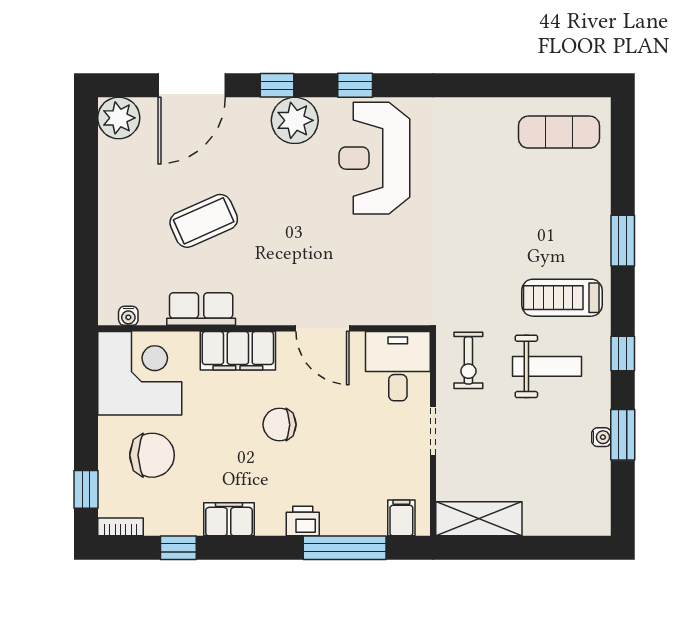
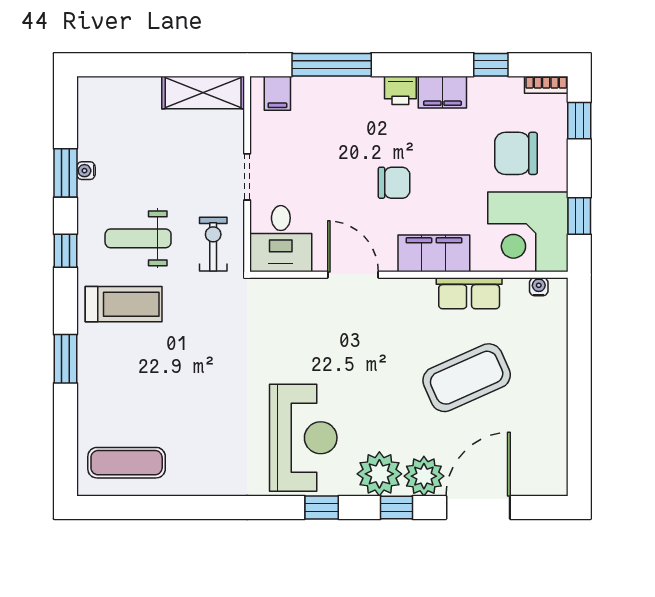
plant: (119, 118) -> (424, 476), moved
coffee table: (204, 221) -> (467, 378), width x1.36, depth x1.32
window: (86, 390) -> (579, 216), added
printer: (303, 521) -> (400, 90), moved

